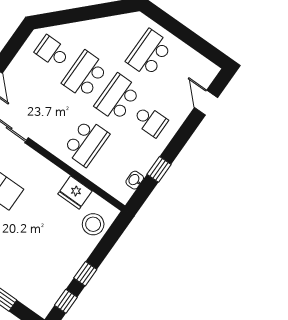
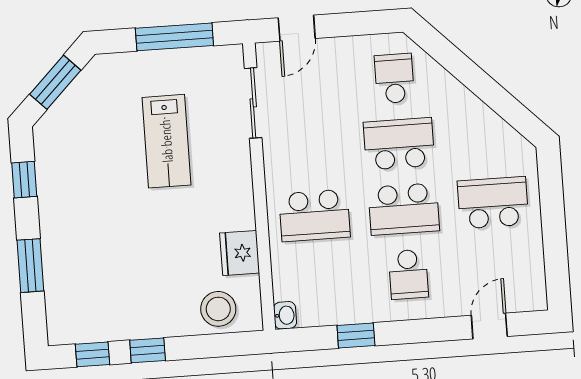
school desk: (118, 98) -> (404, 209), turned 180
washbasin: (135, 180) -> (285, 315), moved, turned 90

